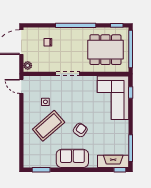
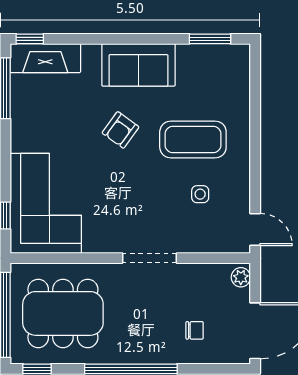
coffee table: (49, 126) -> (193, 140), turned 41

